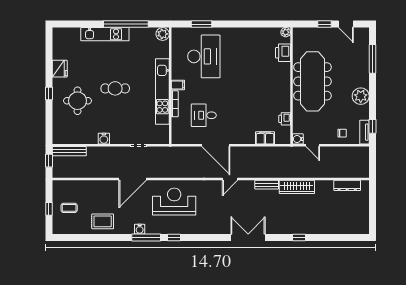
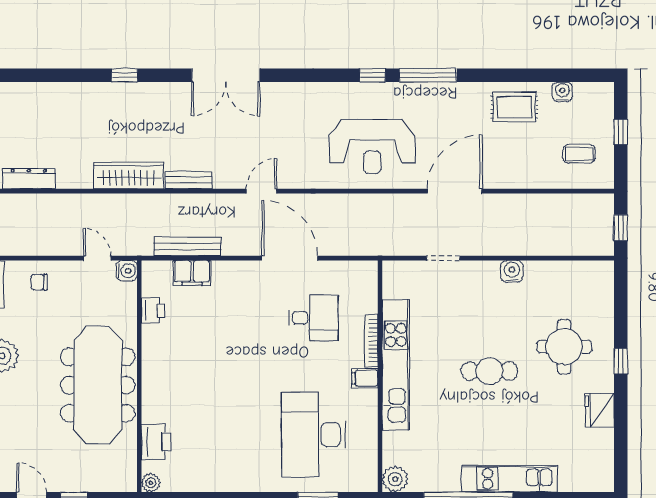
bench: (69, 151) -> (187, 246), moved
coffee table: (69, 208) -> (579, 154), moved
water cooler: (140, 229) -> (562, 92), moved

